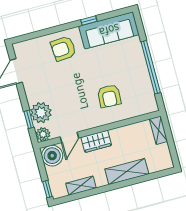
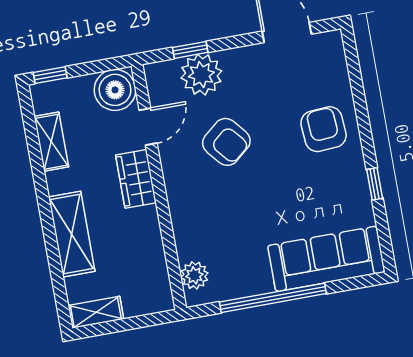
sofa: (109, 30) -> (326, 259), moved, turned 90
armchair: (109, 96) -> (226, 142), moved, turned -133
shelving: (158, 130) -> (96, 312), moved
plant: (43, 134) -> (194, 275), moved
door: (69, 137) -> (148, 127), swing flipped

